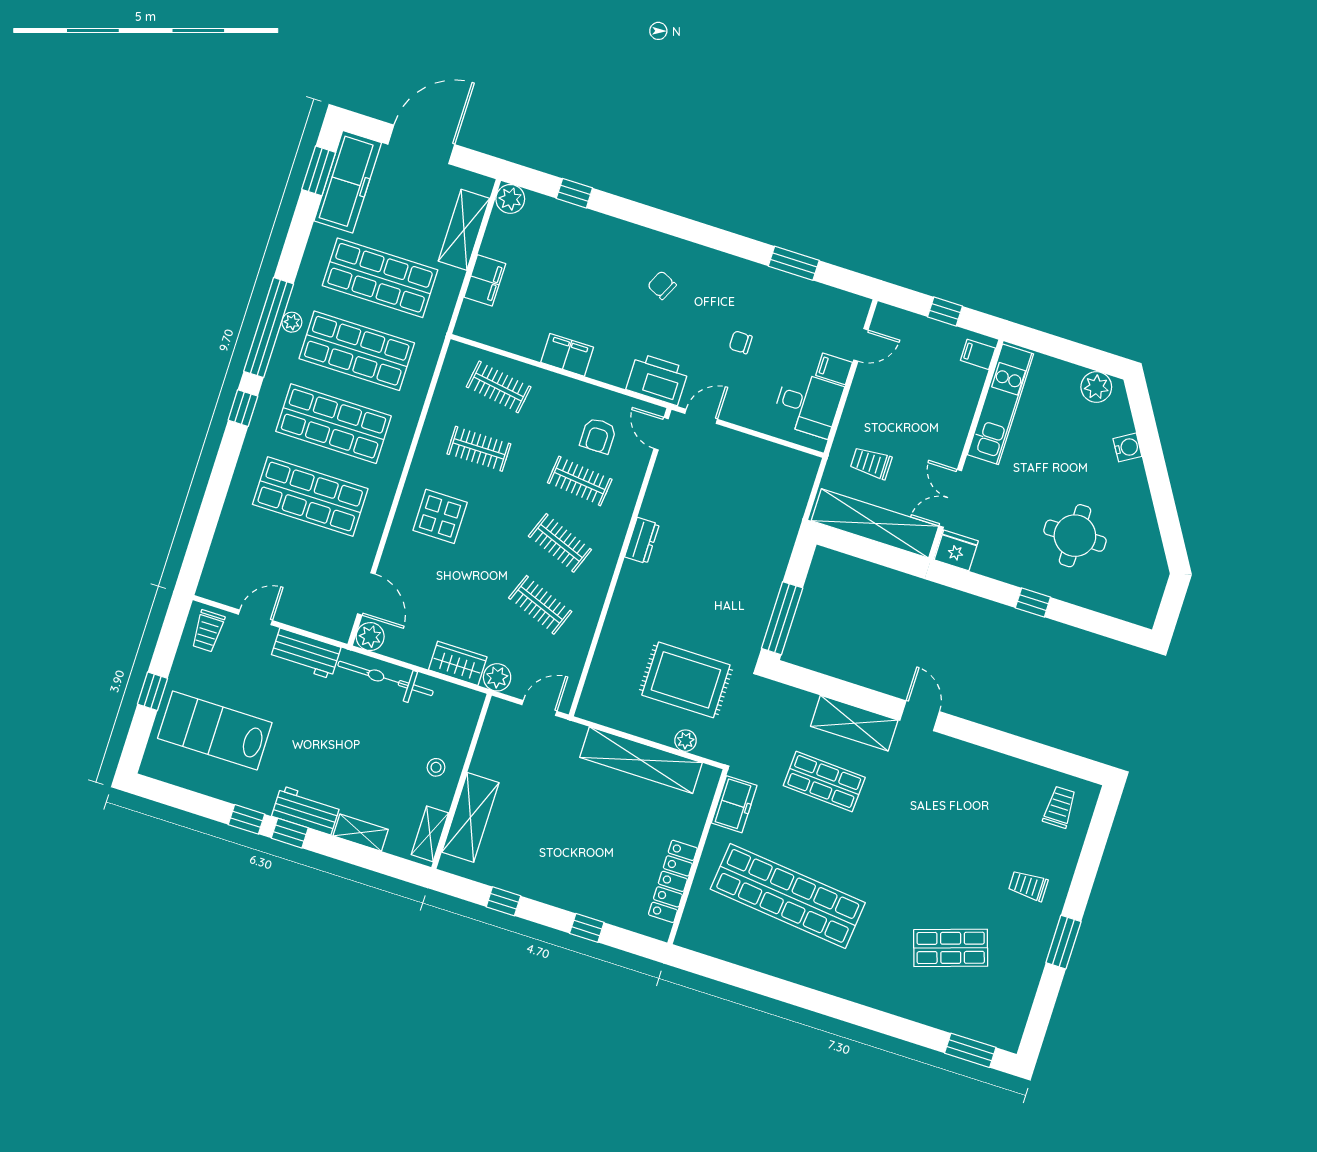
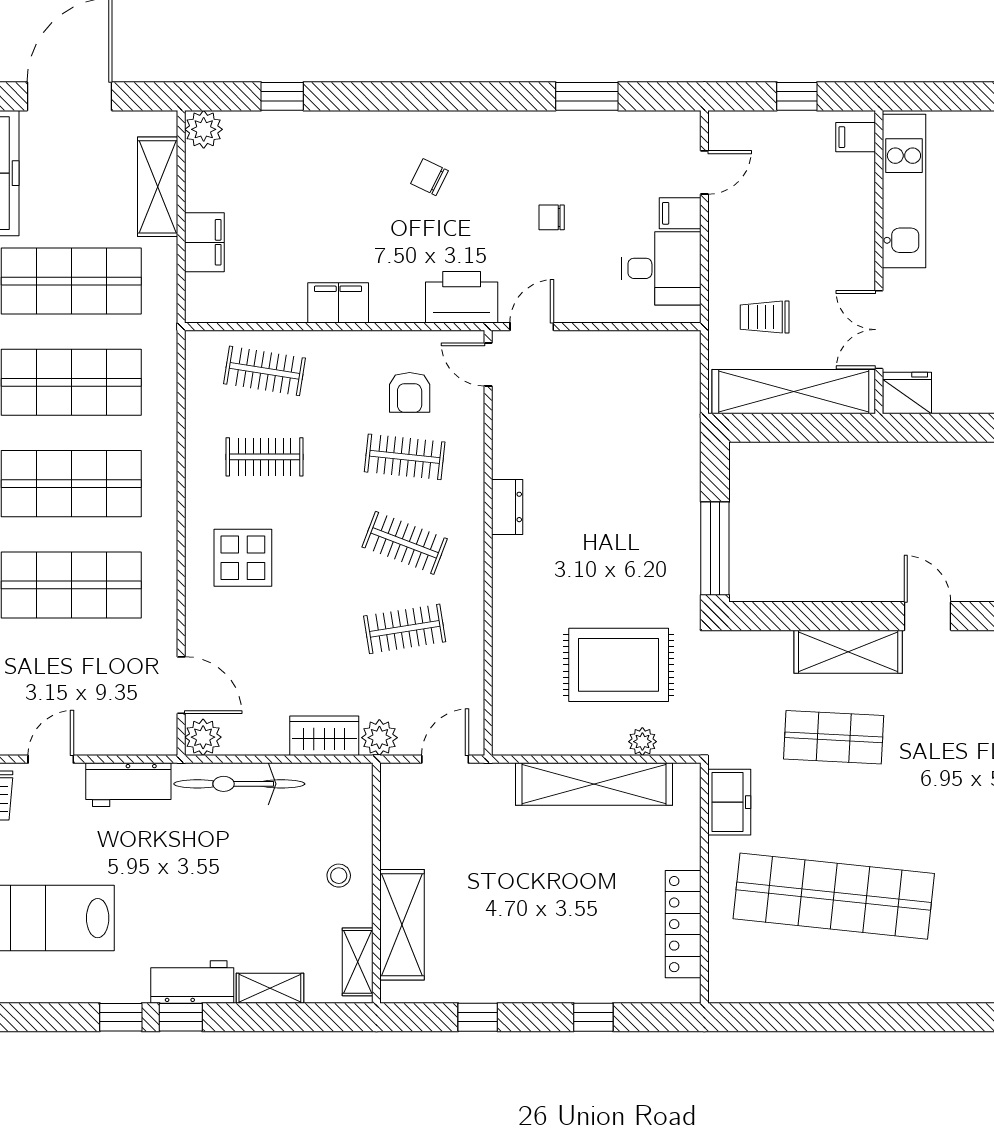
clothes rail: (540, 605) -> (405, 629), turned -30

